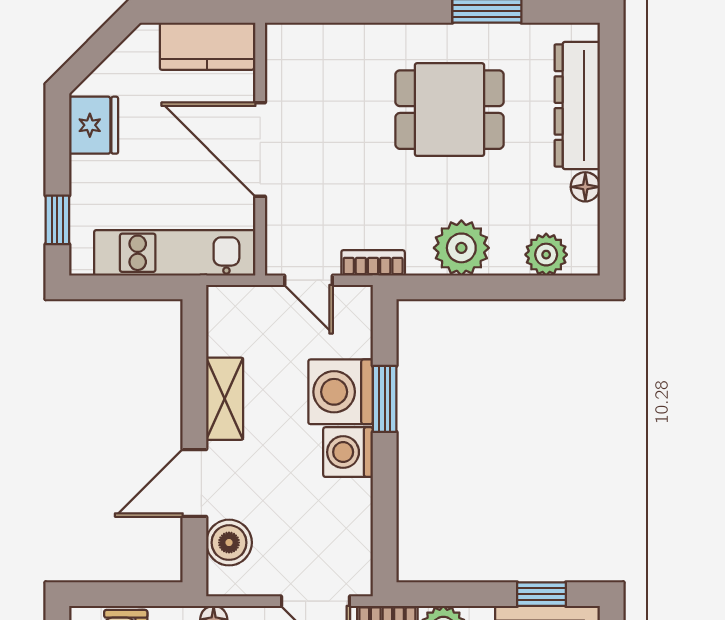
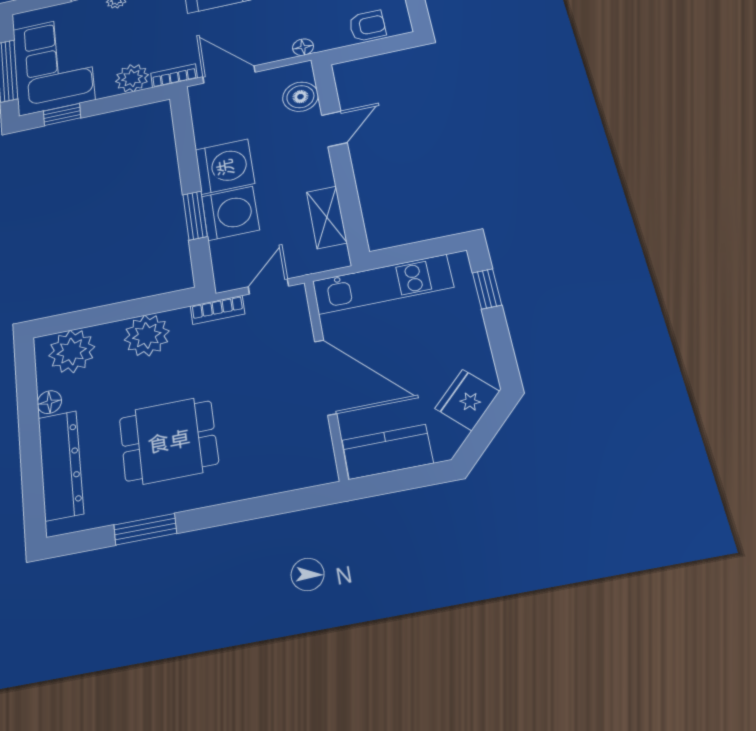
fridge: (94, 125) -> (467, 400), moved, turned 45
plant: (546, 255) -> (72, 351), width x1.36, depth x1.36
door: (309, 280) -> (268, 287), hinge flipped
shelving: (225, 399) -> (327, 217), moved
washing machine: (348, 452) -> (225, 167), width x1.37, depth x1.37
door: (194, 483) -> (334, 129), width x0.73

